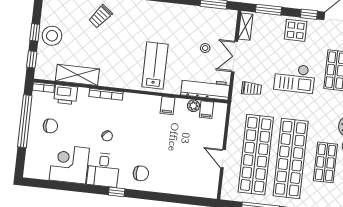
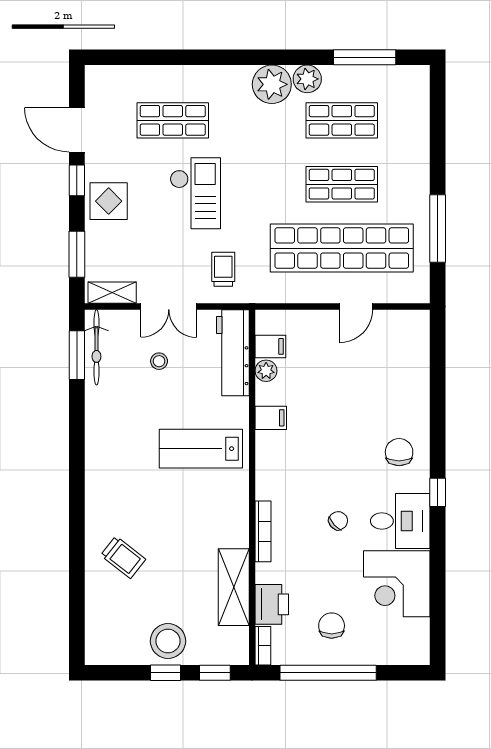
bicycle: (217, 15) -> (96, 347), added
shop shelf: (291, 159) -> (342, 184), width x0.50, depth x0.74

